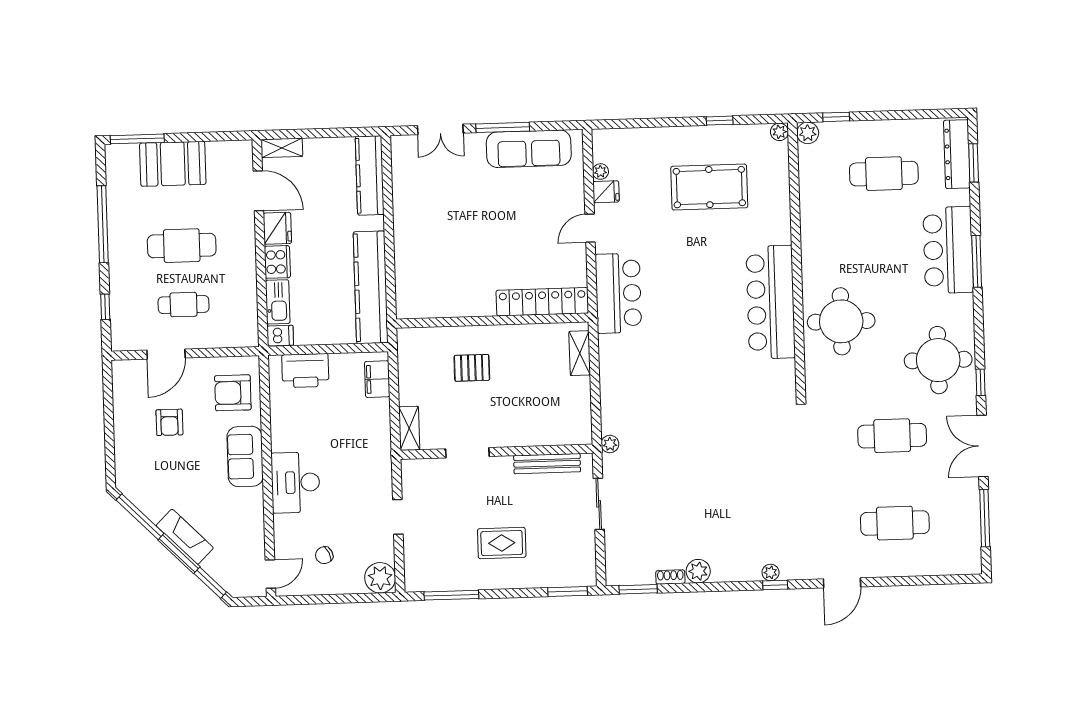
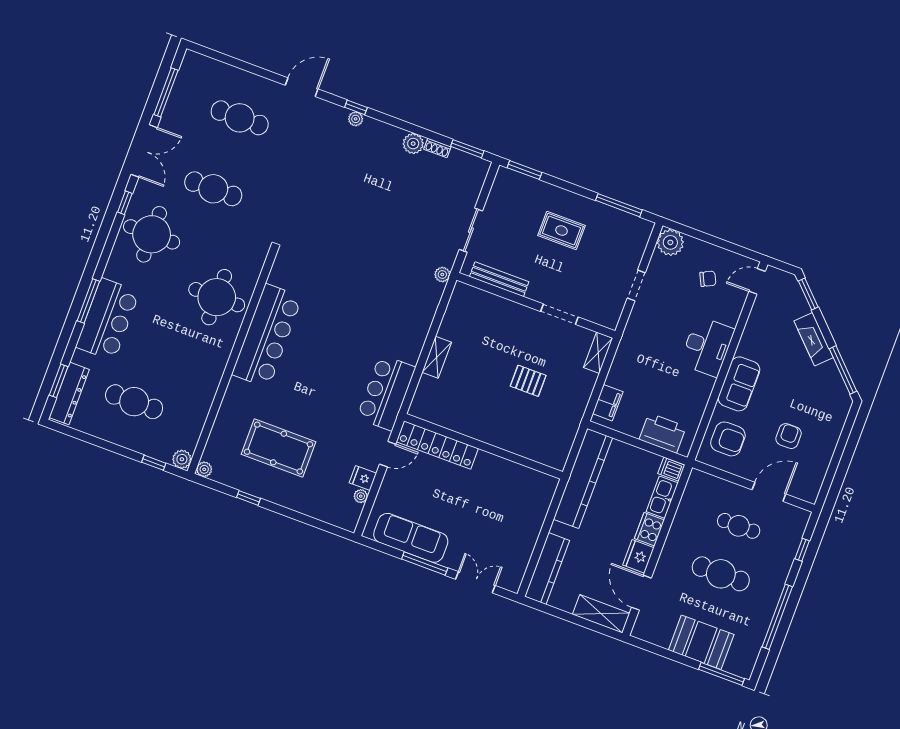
shelving: (282, 148) -> (601, 614), width x1.50, depth x1.33
locker: (542, 302) -> (437, 445), moved
wall: (492, 321) -> (483, 446), moved

